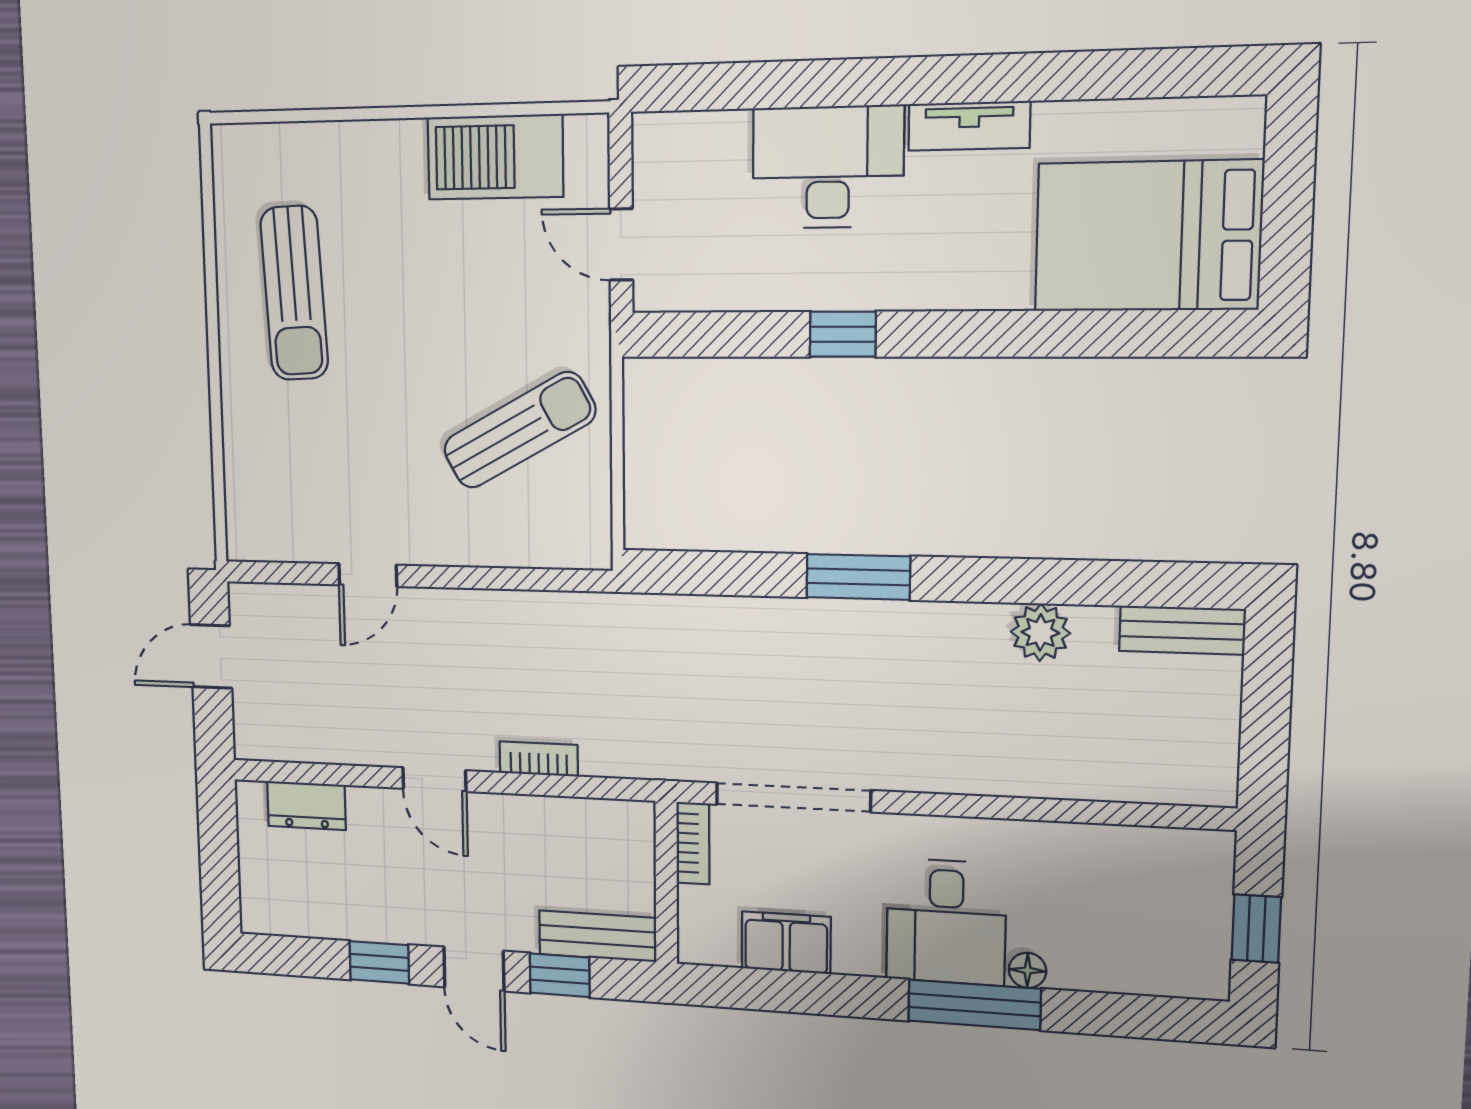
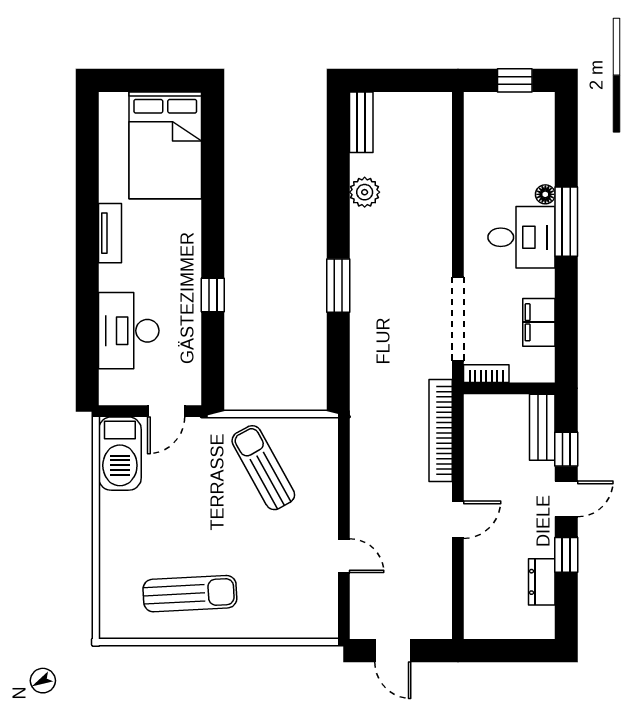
barbecue: (495, 157) -> (120, 454), moved
desk: (828, 167) -> (129, 331), moved
bookcase: (539, 759) -> (441, 430), width x2.31, depth x1.31
dresser: (306, 806) -> (542, 582), moved, turned 180

